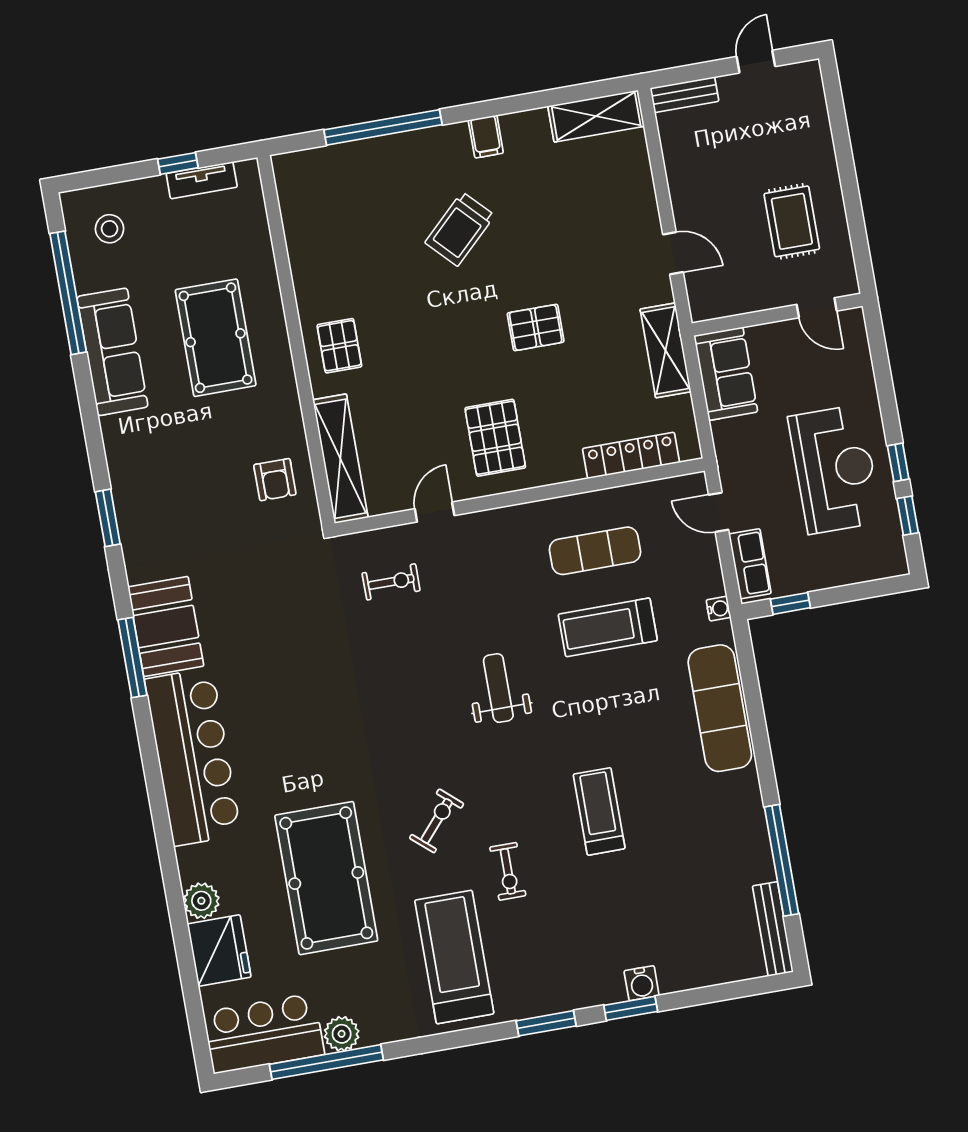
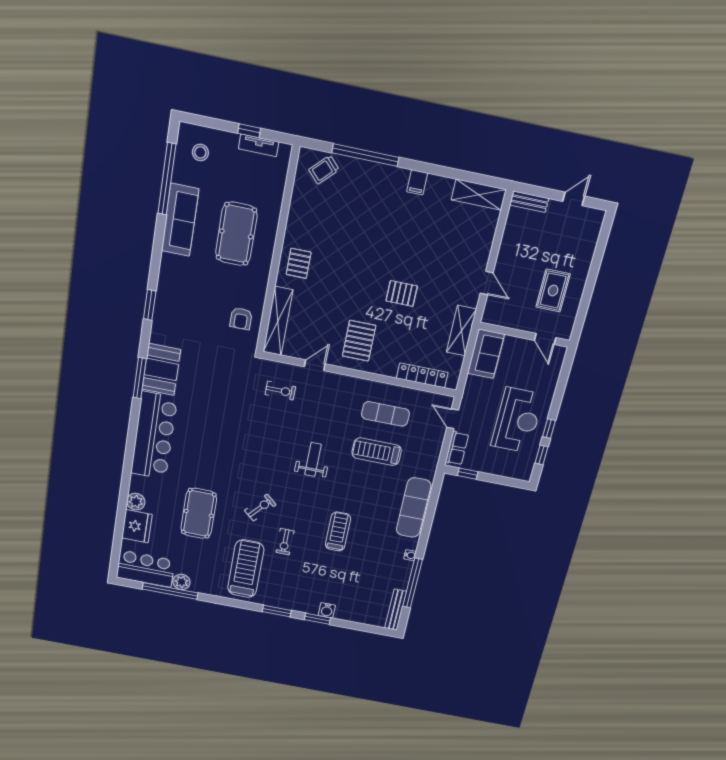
trolley: (460, 229) -> (324, 170), moved, width x0.73, depth x0.72
water cooler: (718, 609) -> (410, 555), moved
pool table: (326, 878) -> (199, 513), width x0.73, depth x0.76

